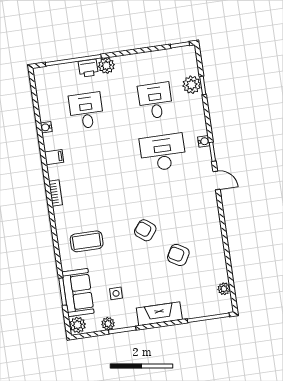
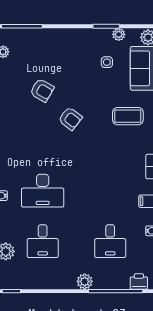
printer: (88, 68) -> (139, 282), moved
fireplace: (159, 314) -> (68, 37), removed

